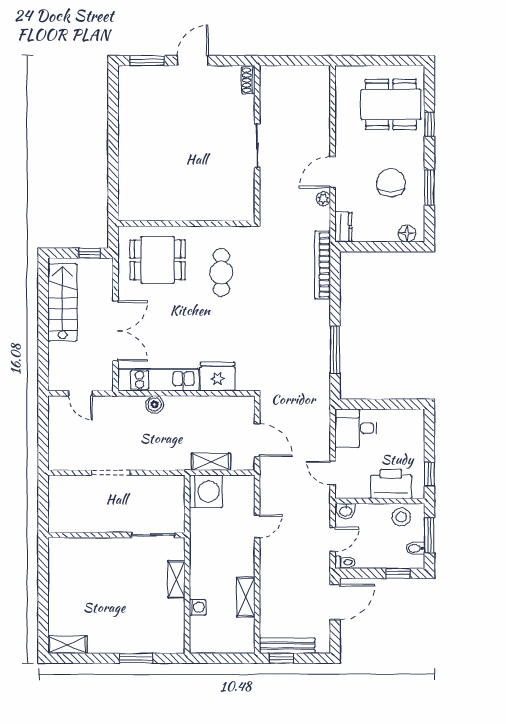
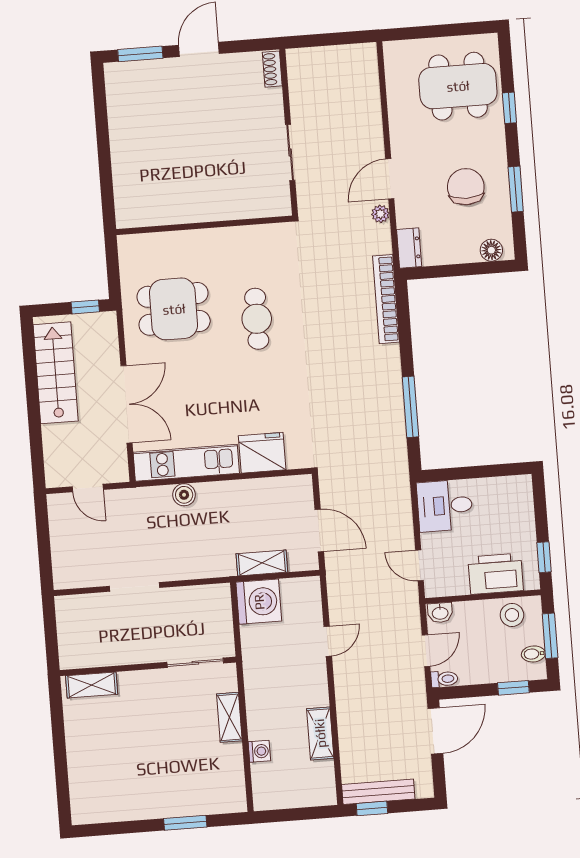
wall: (186, 224) -> (204, 225), moved
shelving: (67, 645) -> (92, 685), moved

